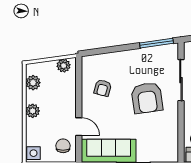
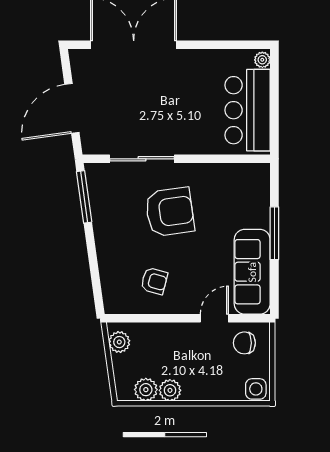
plant: (33, 111) -> (170, 390), moved

